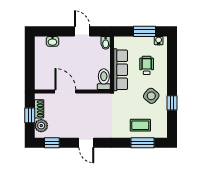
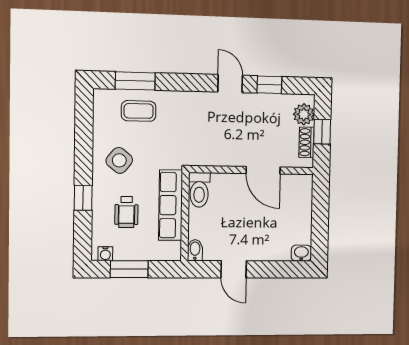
washbasin: (52, 41) -> (301, 253), moved
window: (172, 103) -> (83, 198), moved
window: (52, 143) -> (269, 85), moved

